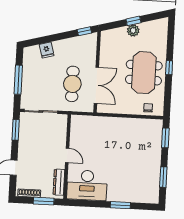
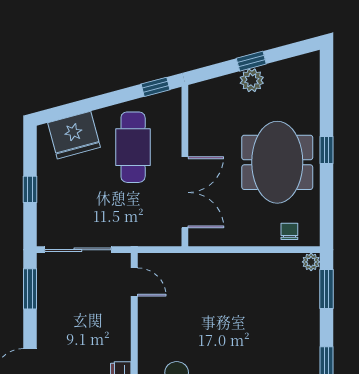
fridge: (47, 50) -> (74, 135), width x1.88, depth x1.34
window: (18, 80) -> (30, 189), width x0.46
cafe table: (72, 84) -> (133, 147), moved
plant: (158, 124) -> (311, 262), added
door: (67, 155) -> (134, 282), moved

